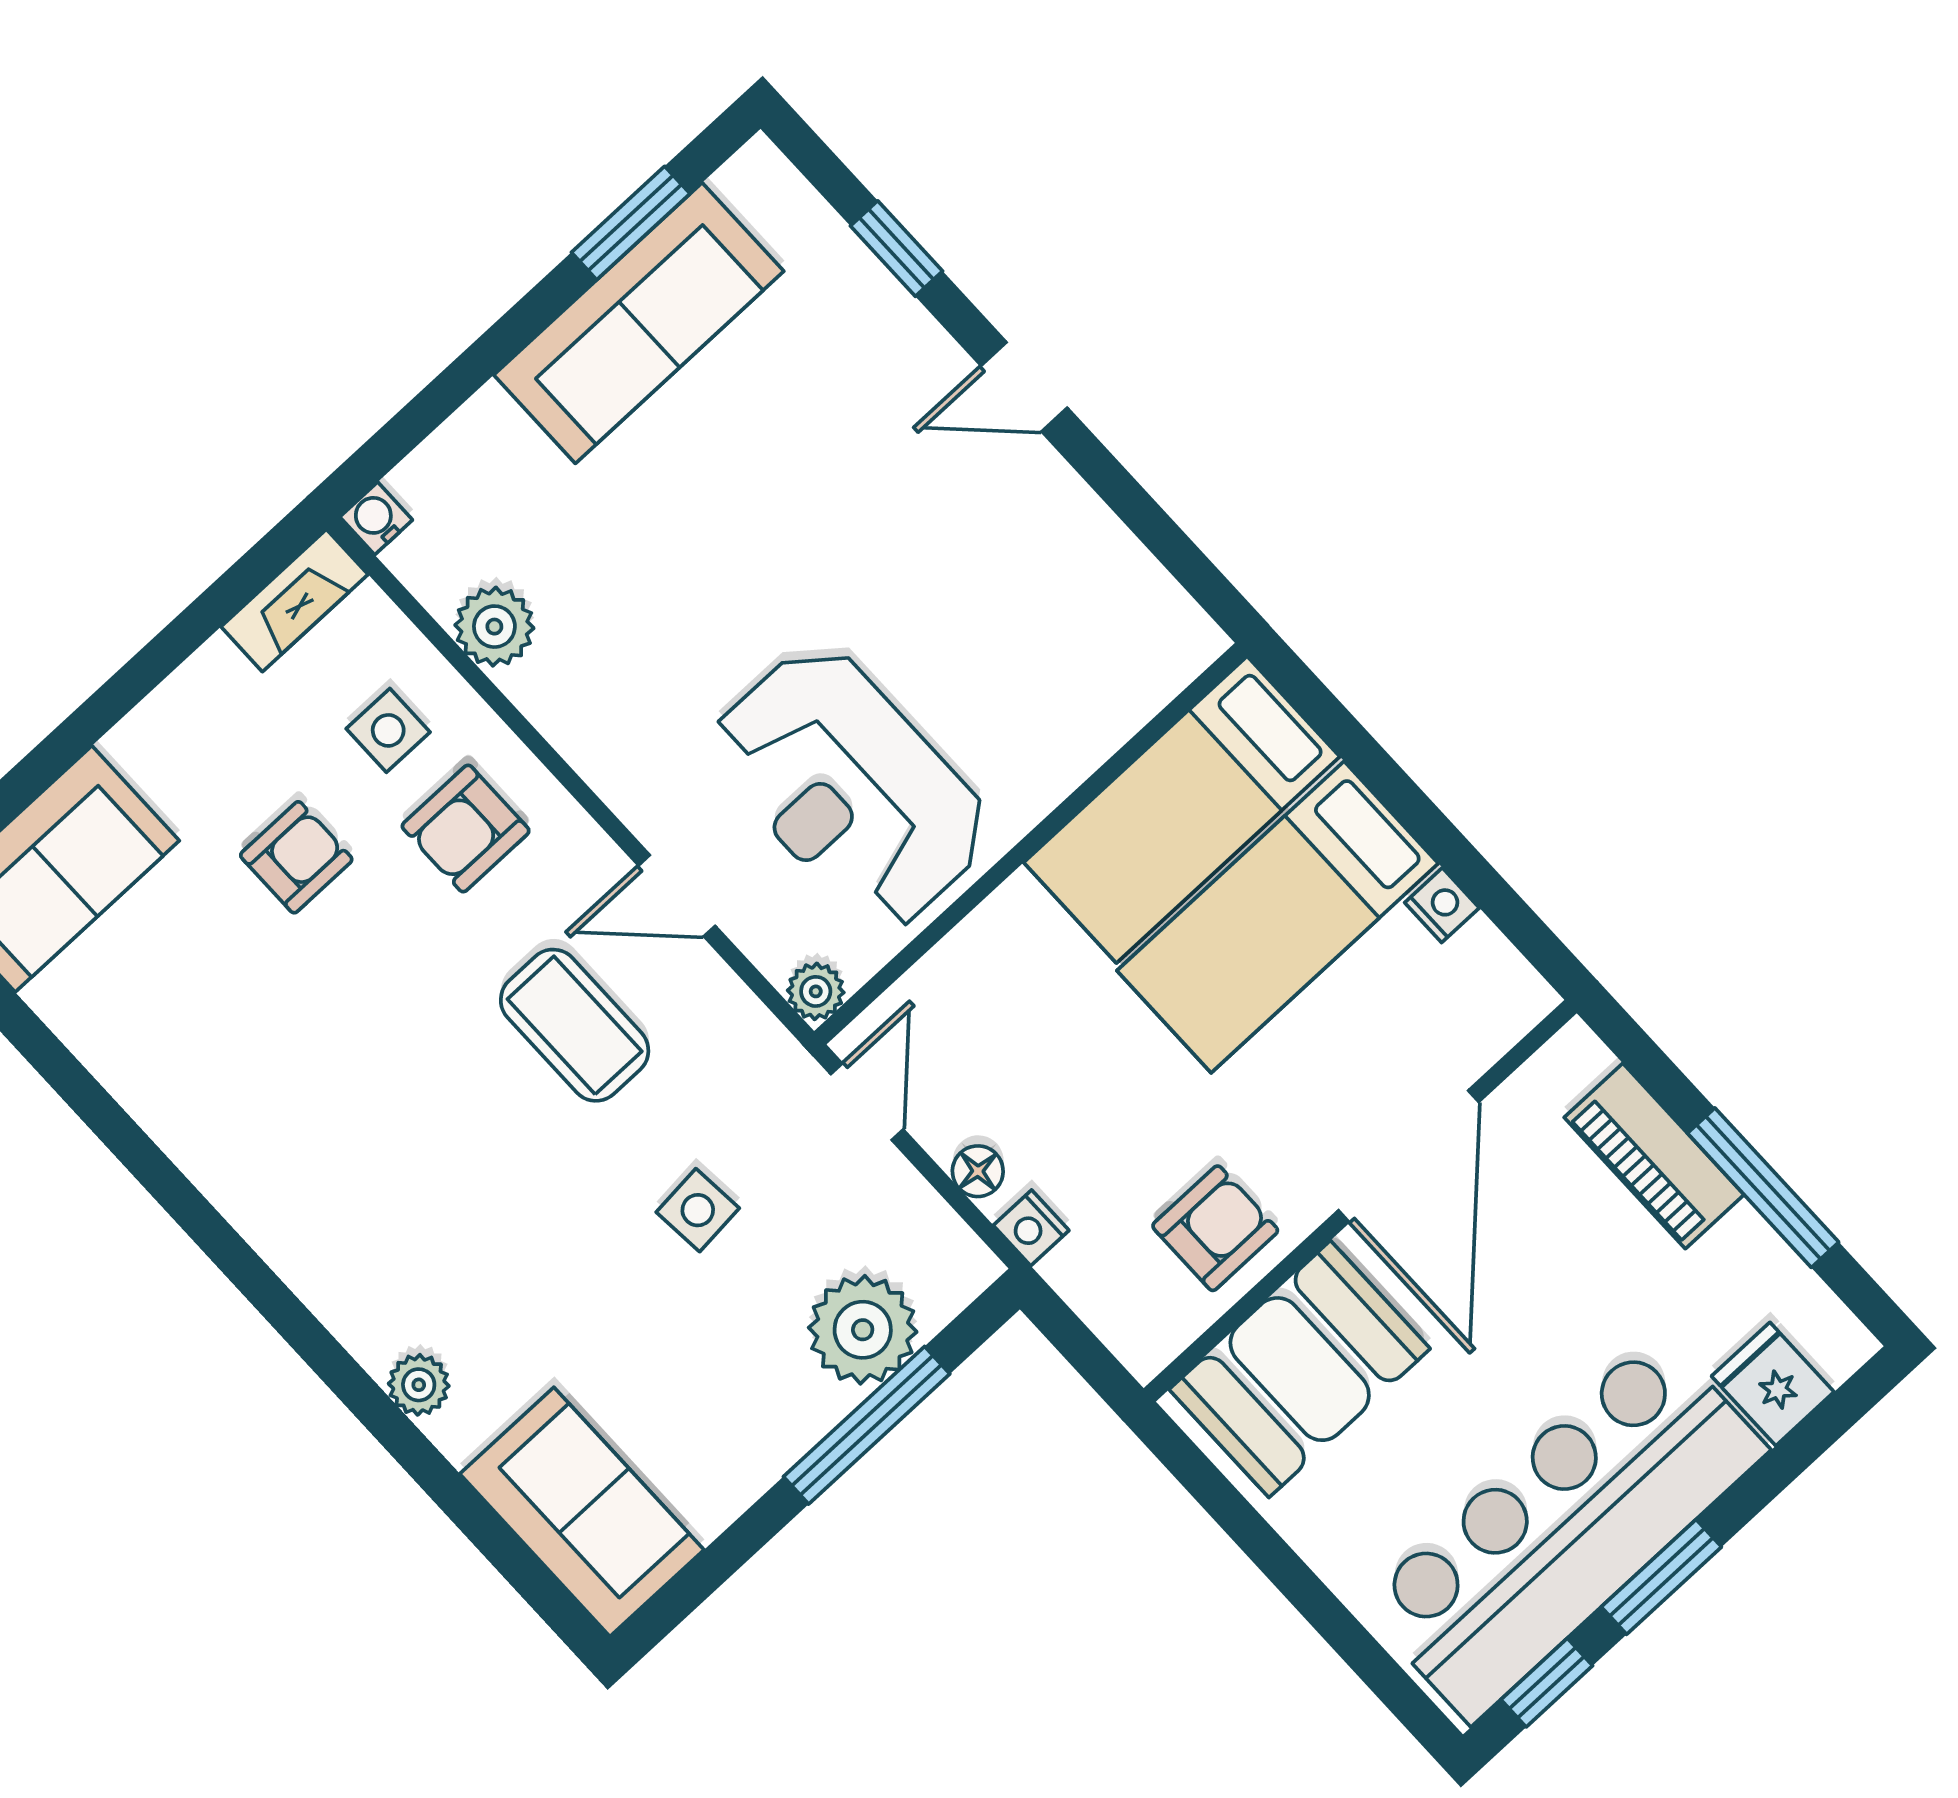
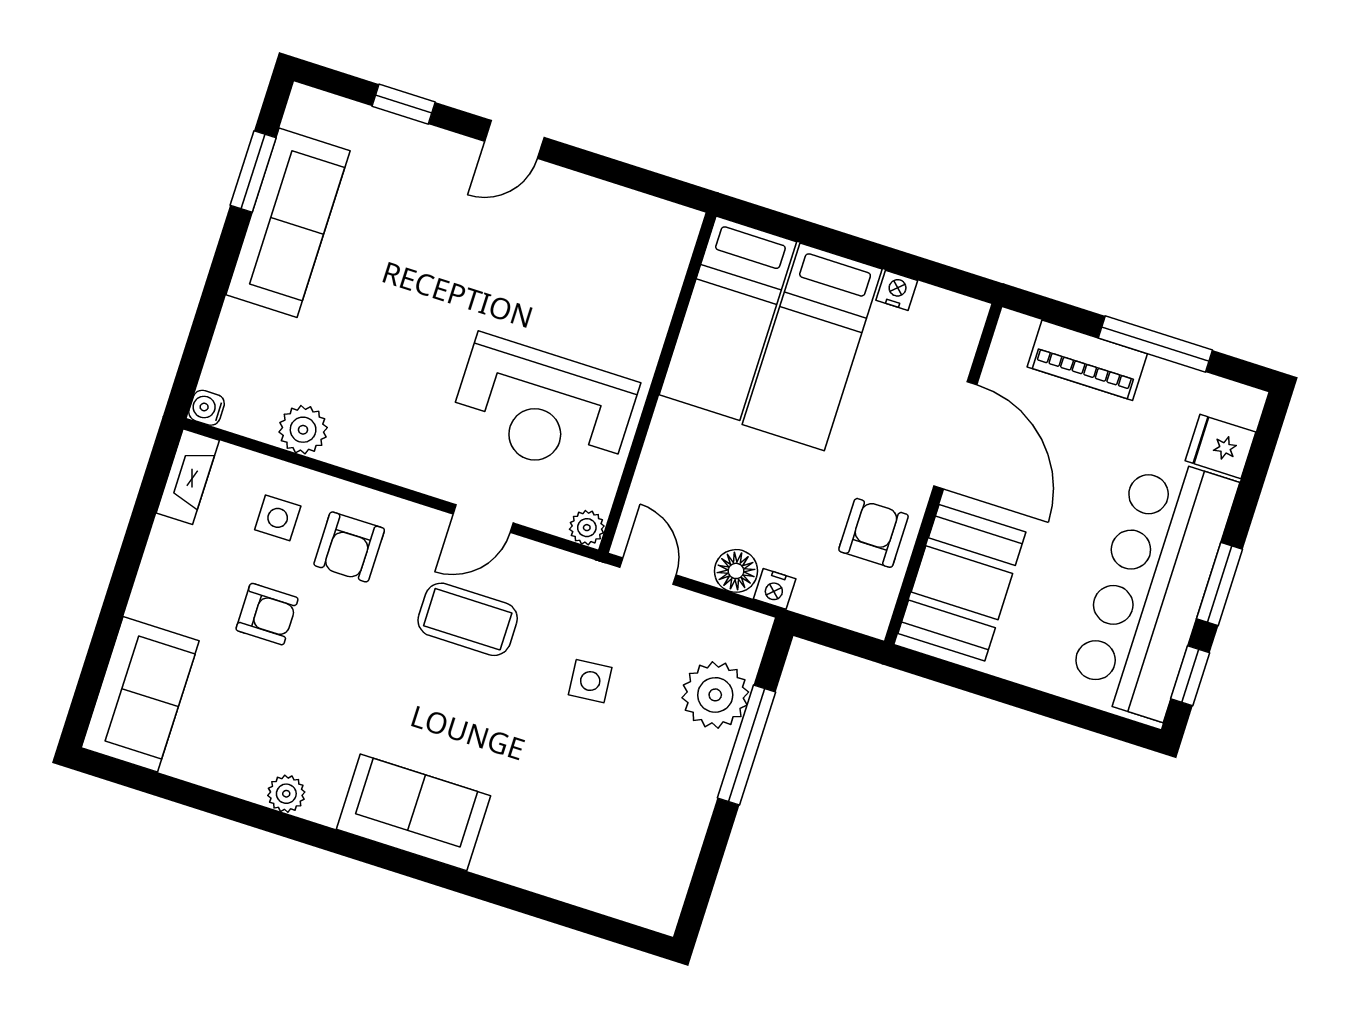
armchair: (296, 857) -> (267, 614), turned 90
floor lamp: (978, 1171) -> (736, 571), width x1.37, depth x1.37
plant: (419, 1385) -> (286, 794), moved
sofa: (582, 1512) -> (413, 812), moved

